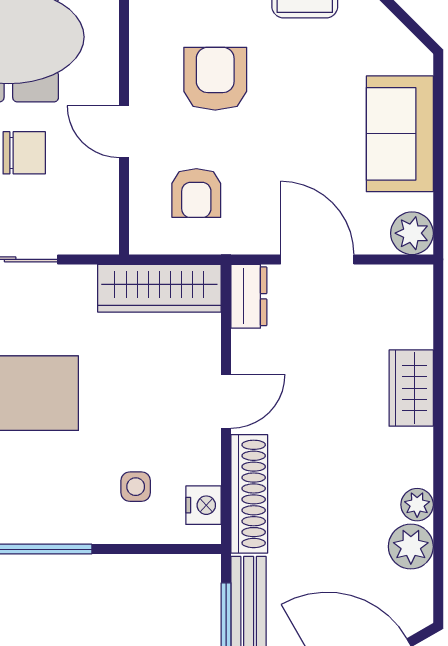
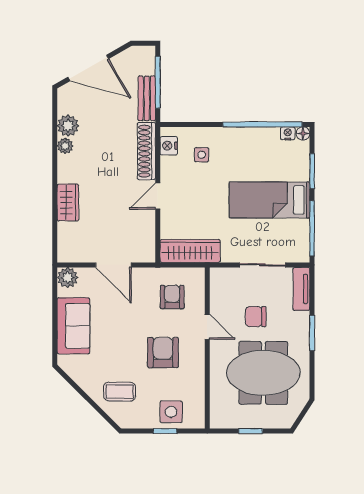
armchair: (215, 79) -> (163, 353), turned 180
dresser: (249, 296) -> (147, 247), removed

